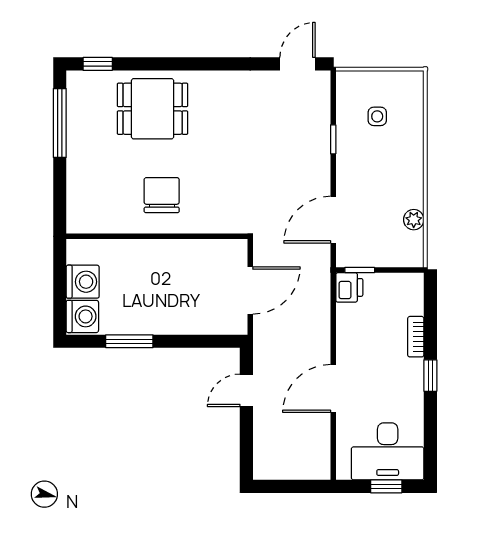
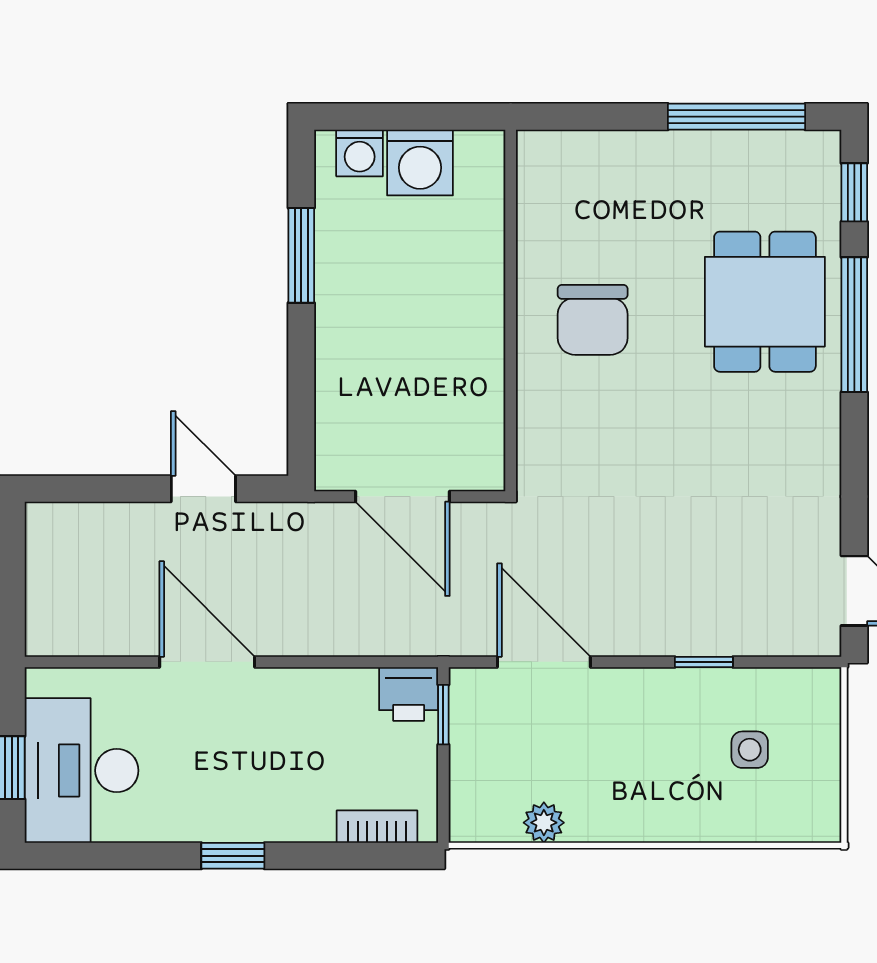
window: (164, 64) -> (854, 325), added
chair: (162, 195) -> (593, 320), turned 90
washing machine: (82, 316) -> (360, 153), width x0.73, depth x0.73
bookcase: (416, 337) -> (377, 827), moved

